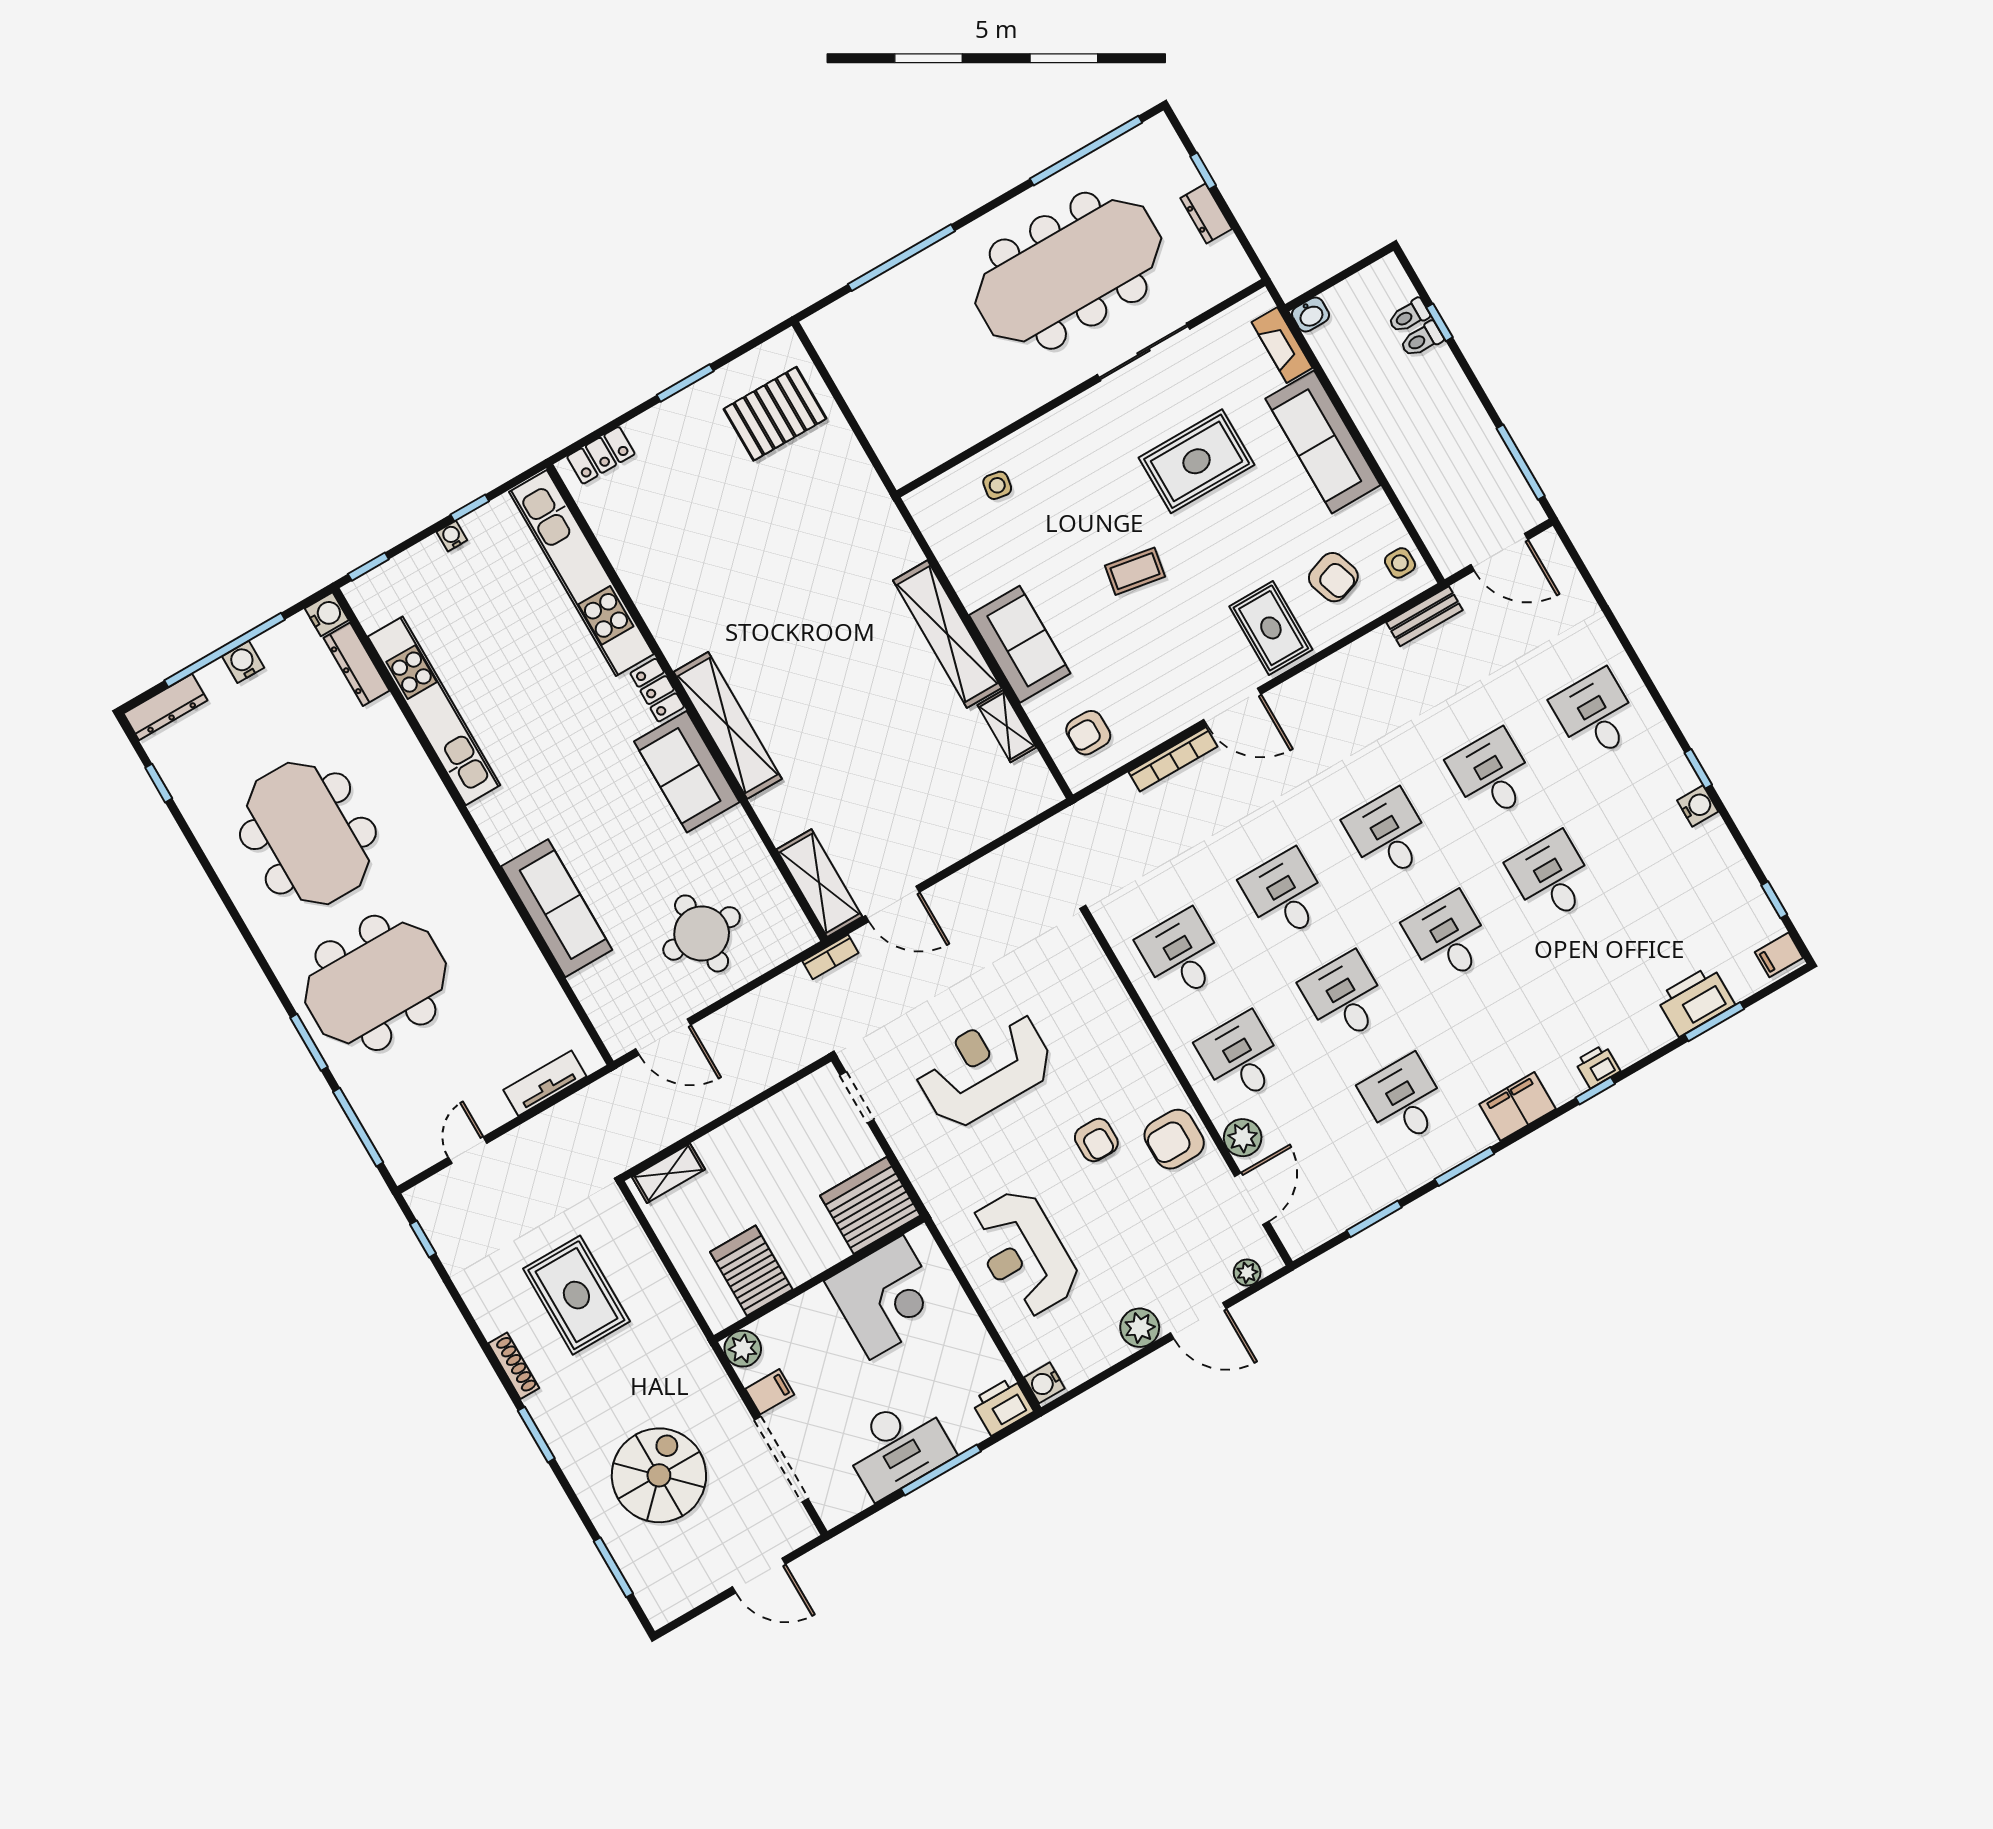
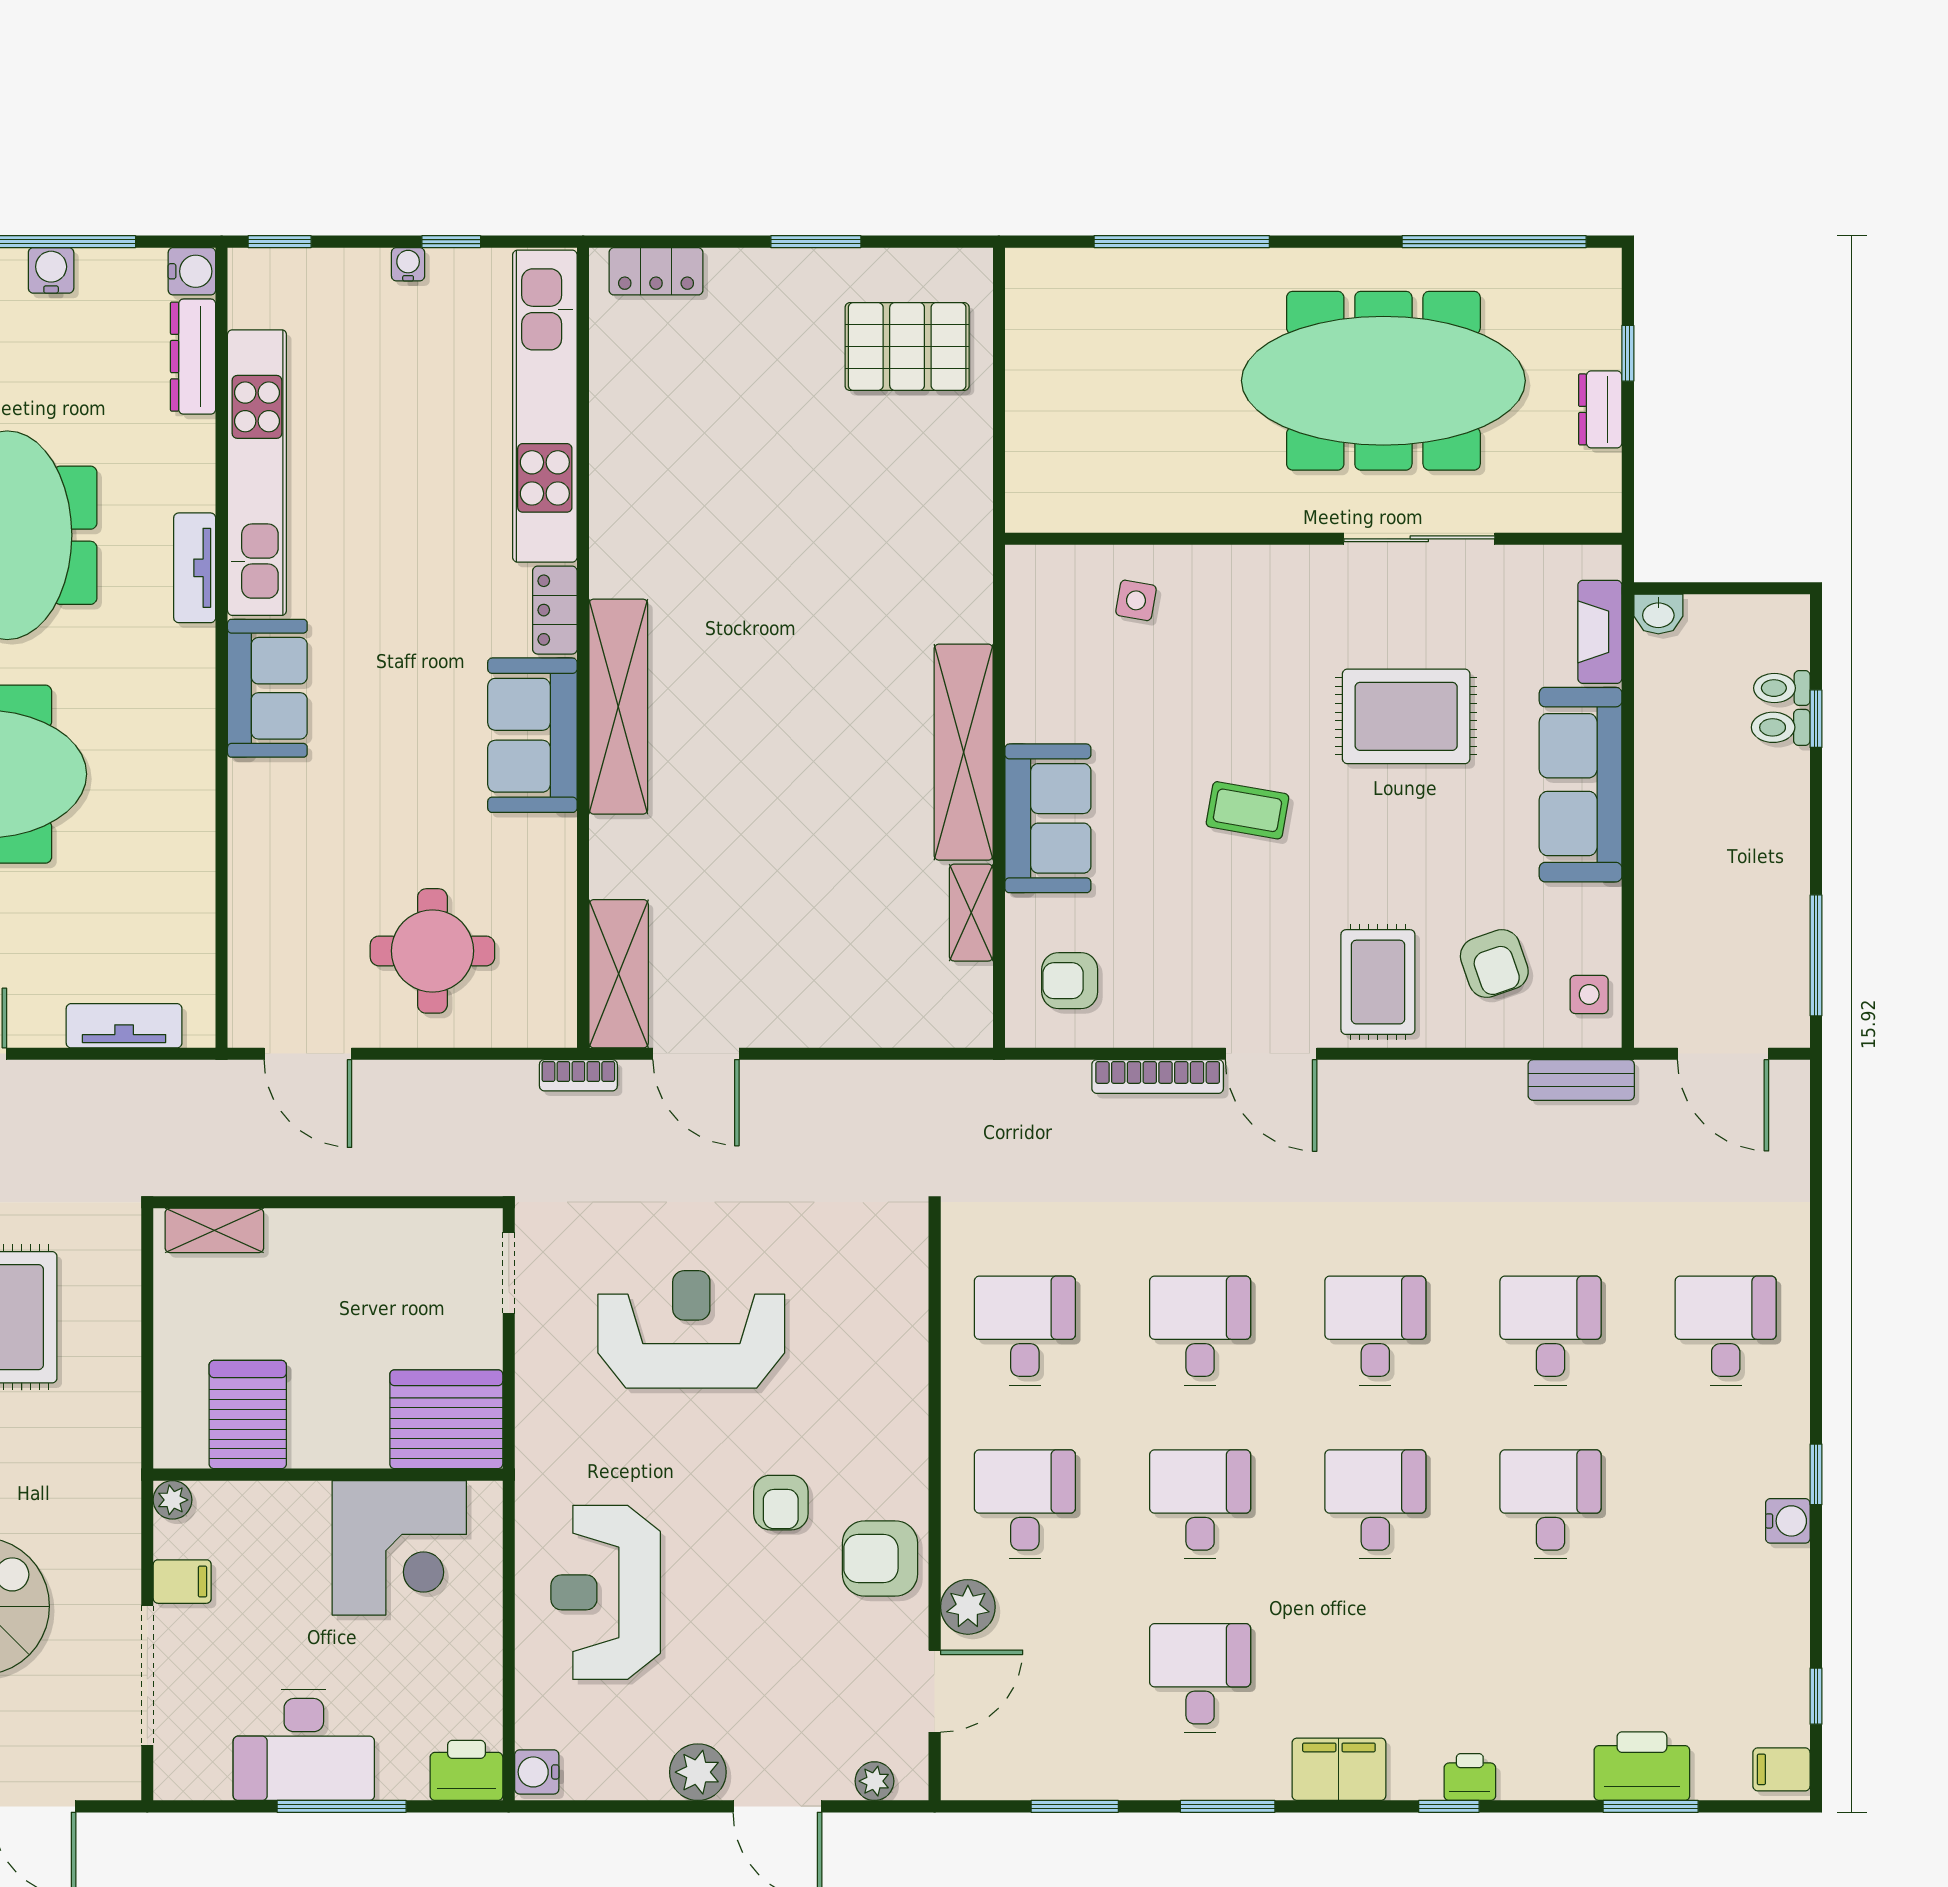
tv unit: (430, 789) -> (195, 568), added
sofa: (557, 908) -> (267, 688), moved, width x0.73
plant: (743, 1349) -> (172, 1500), width x0.73, depth x0.73

